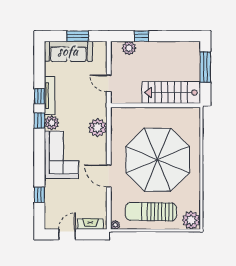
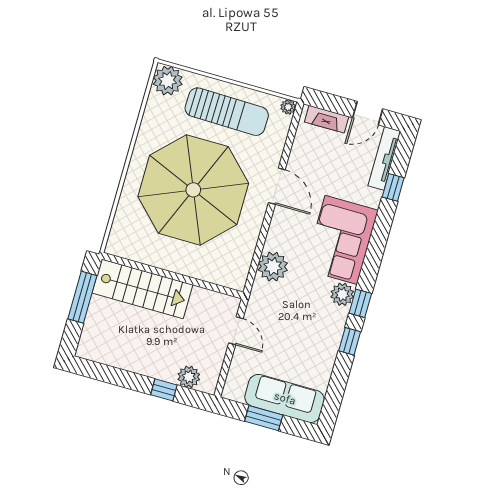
window: (205, 67) -> (82, 297), moved
tv unit: (50, 96) -> (384, 158), moved

